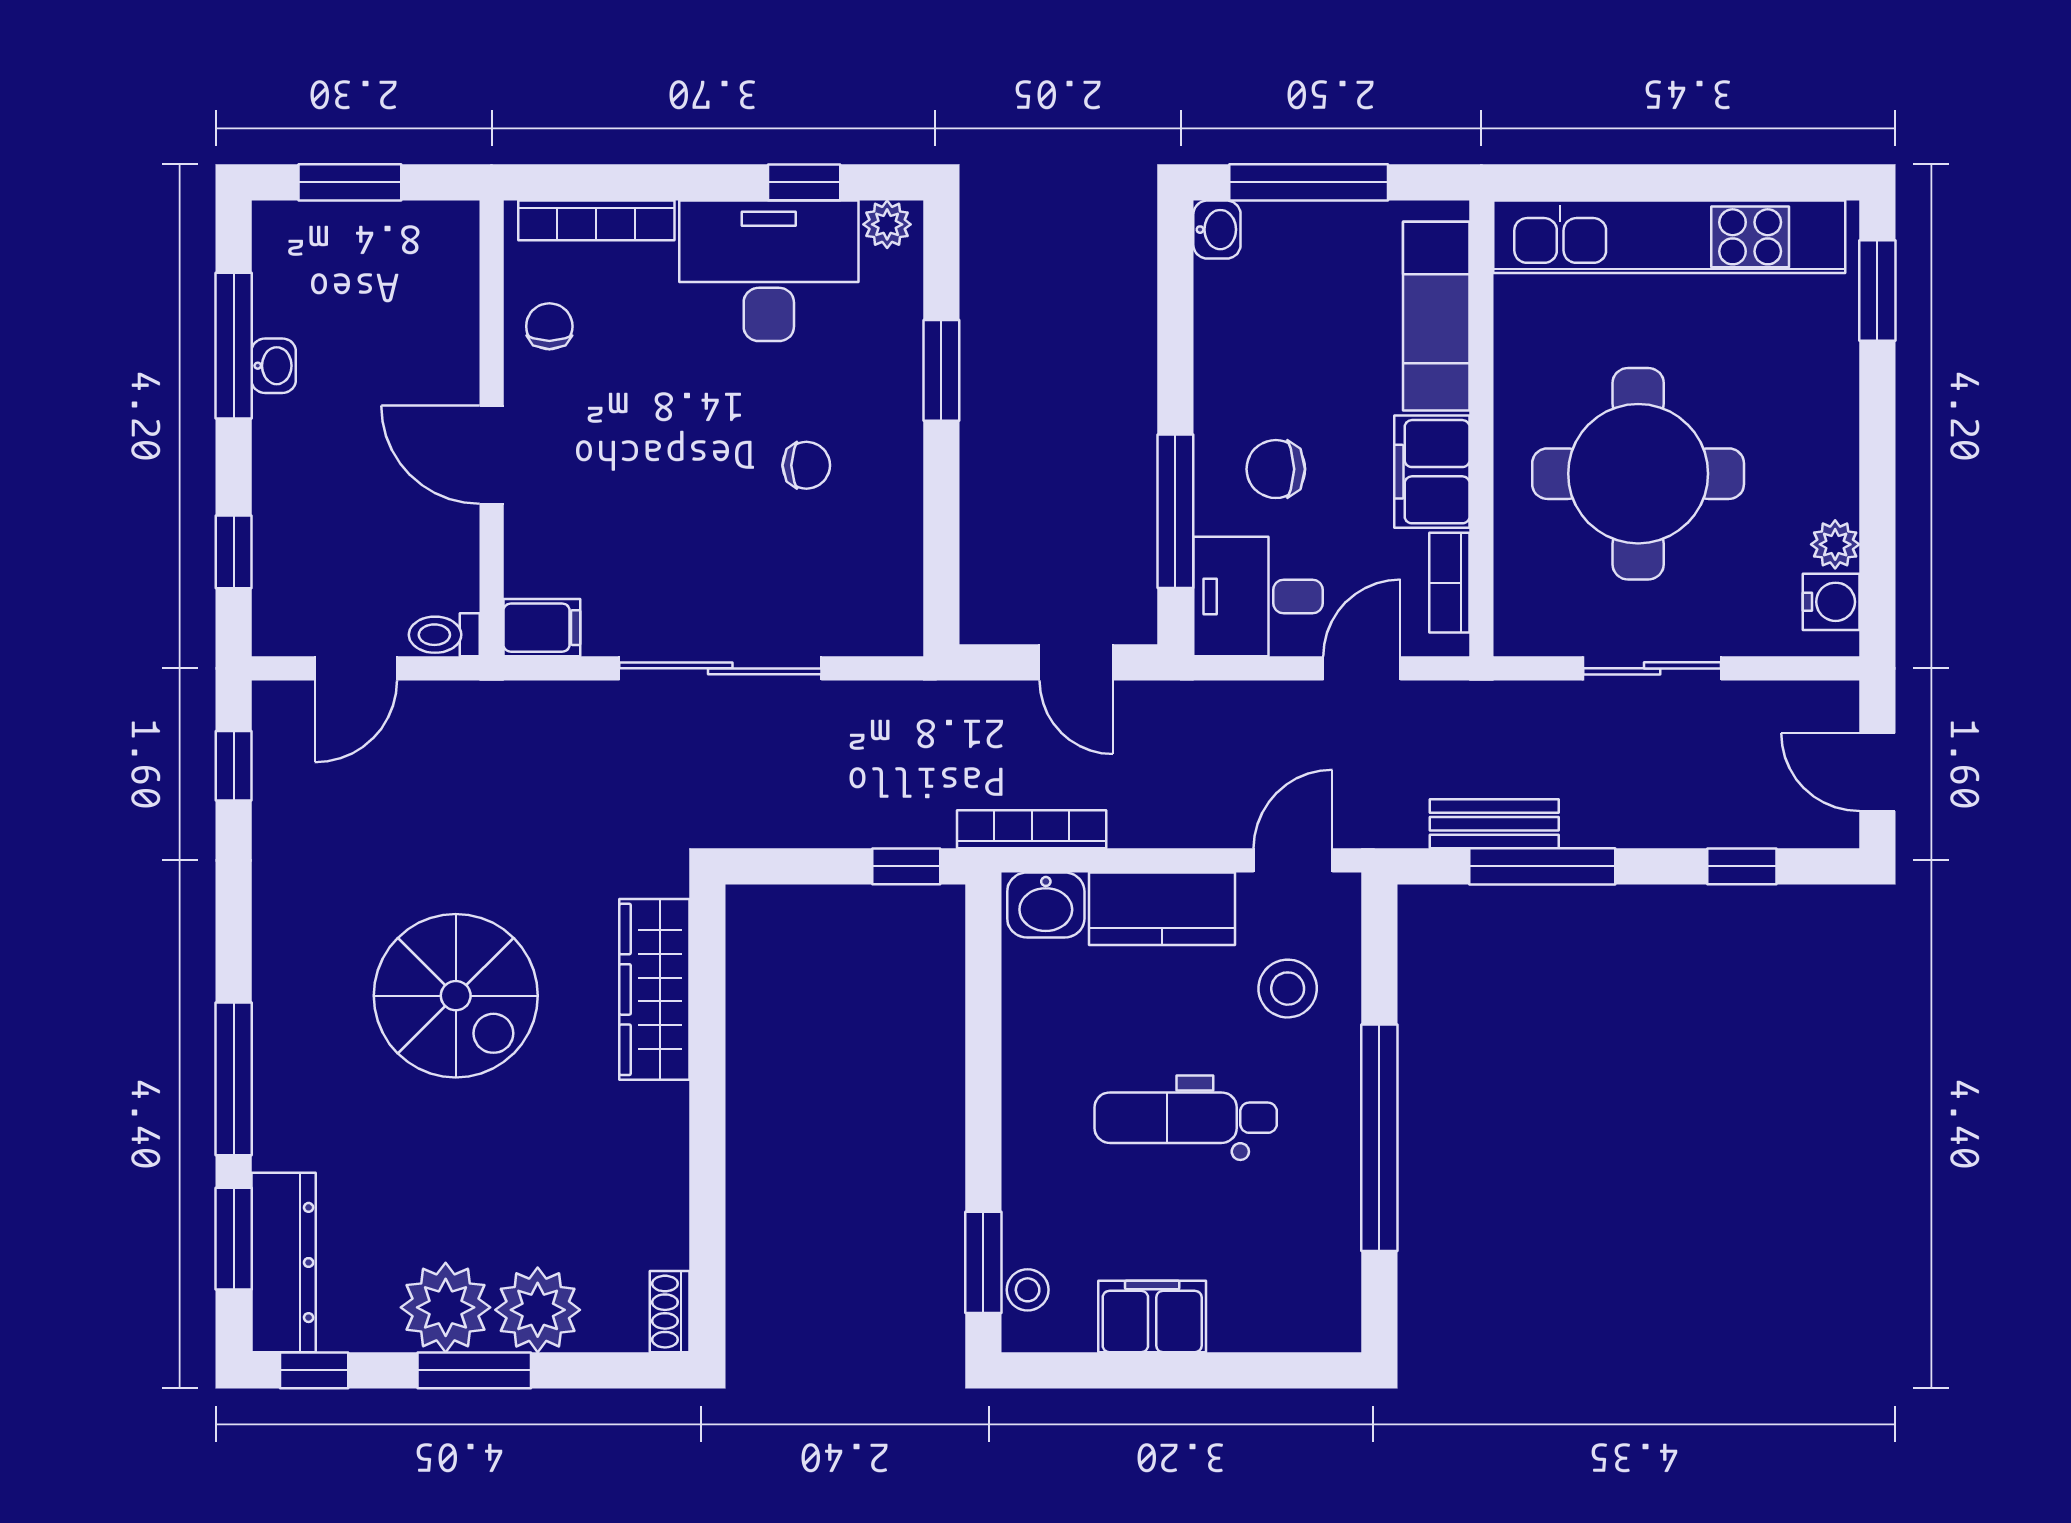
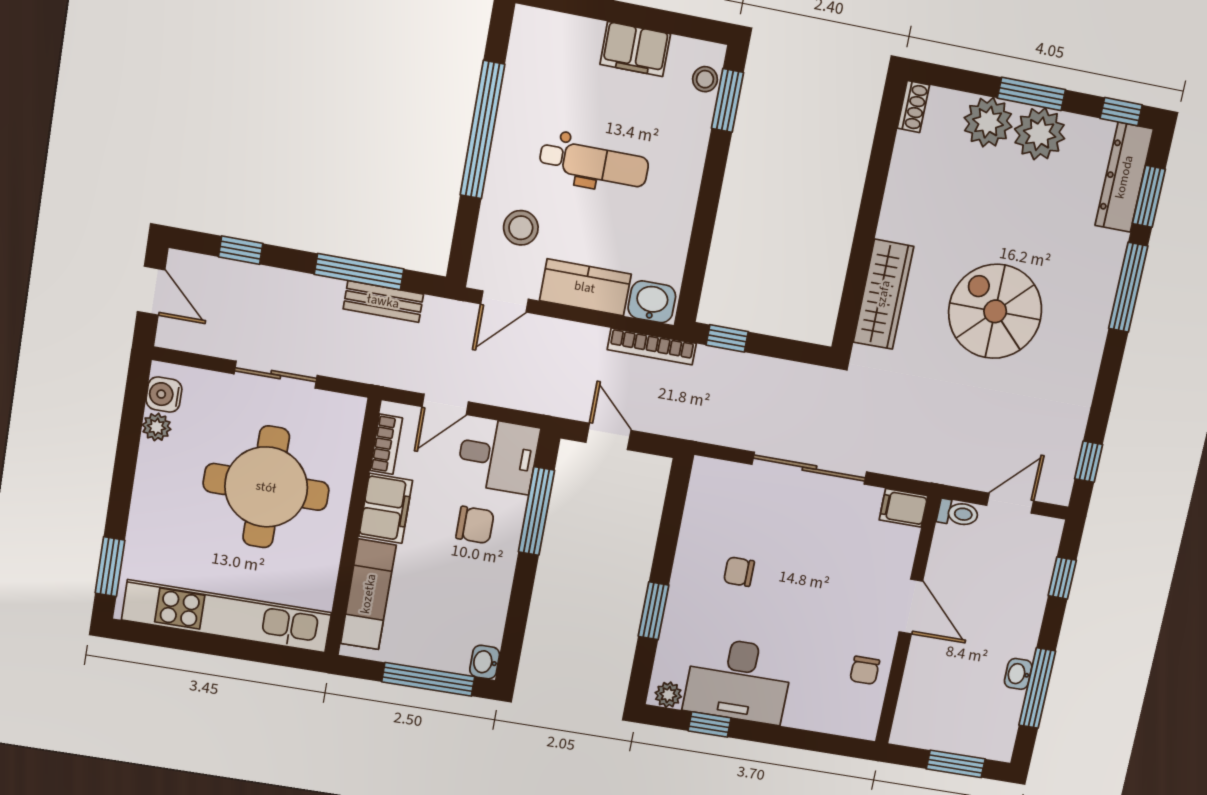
bookcase: (596, 220) -> (827, 722), removed

